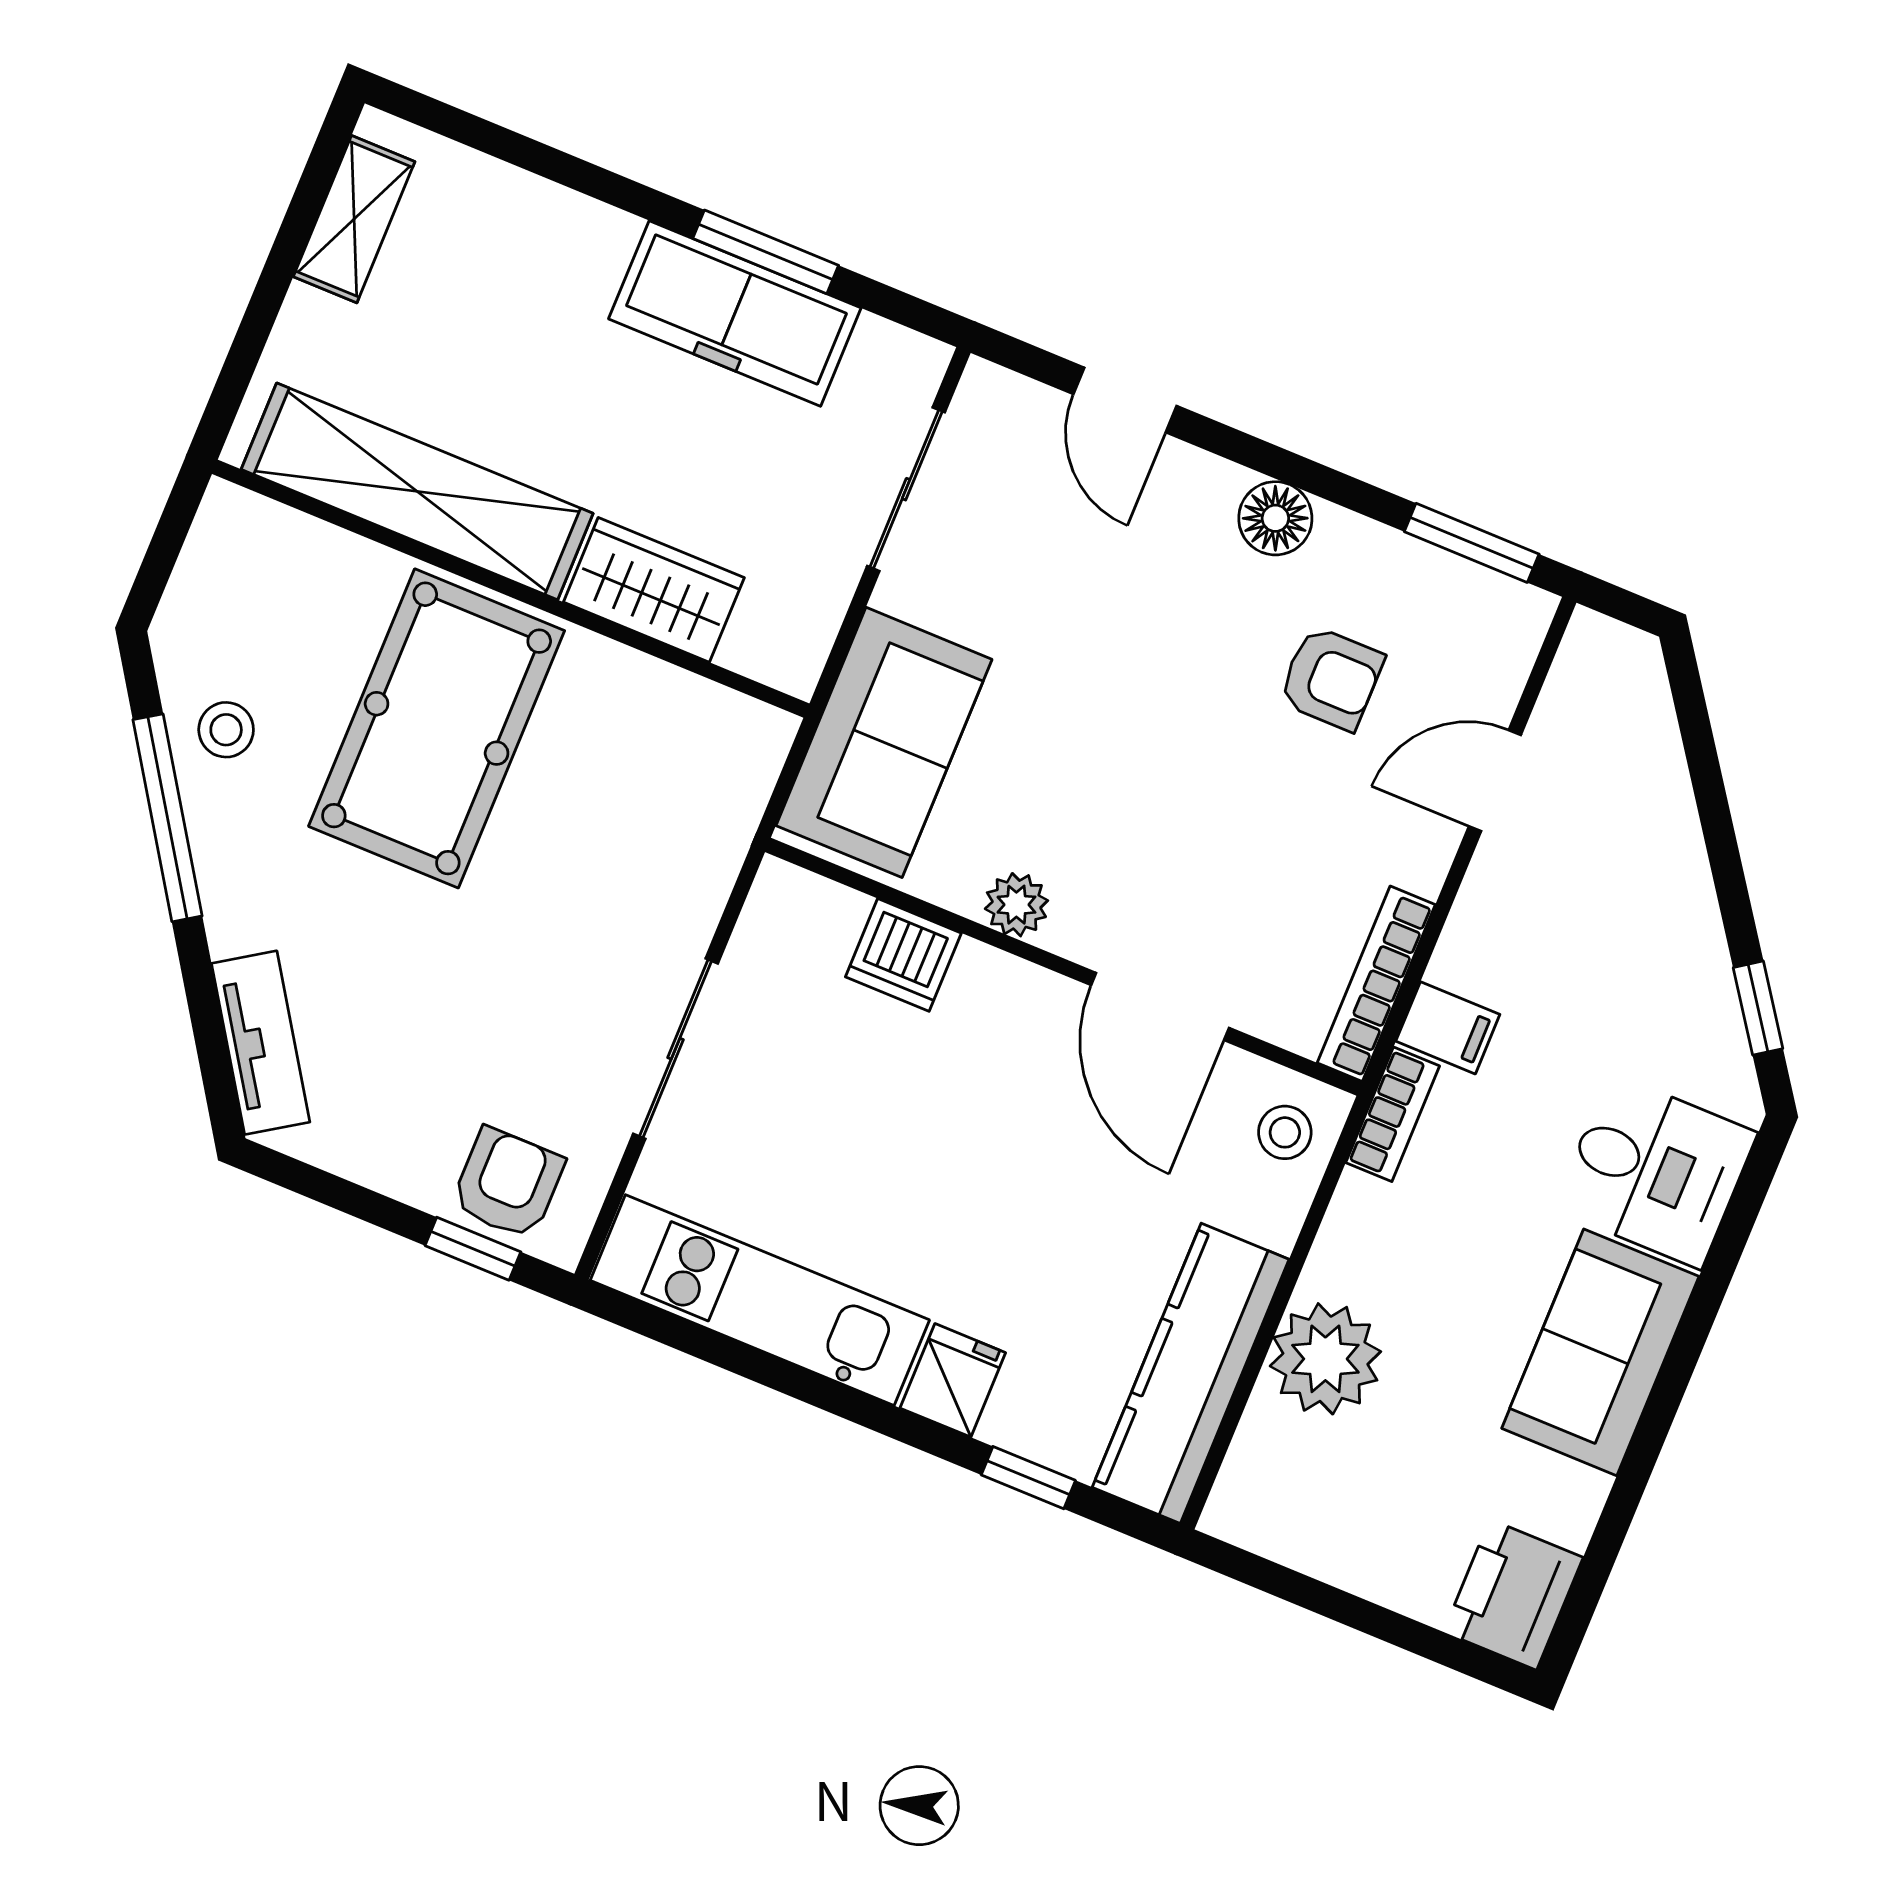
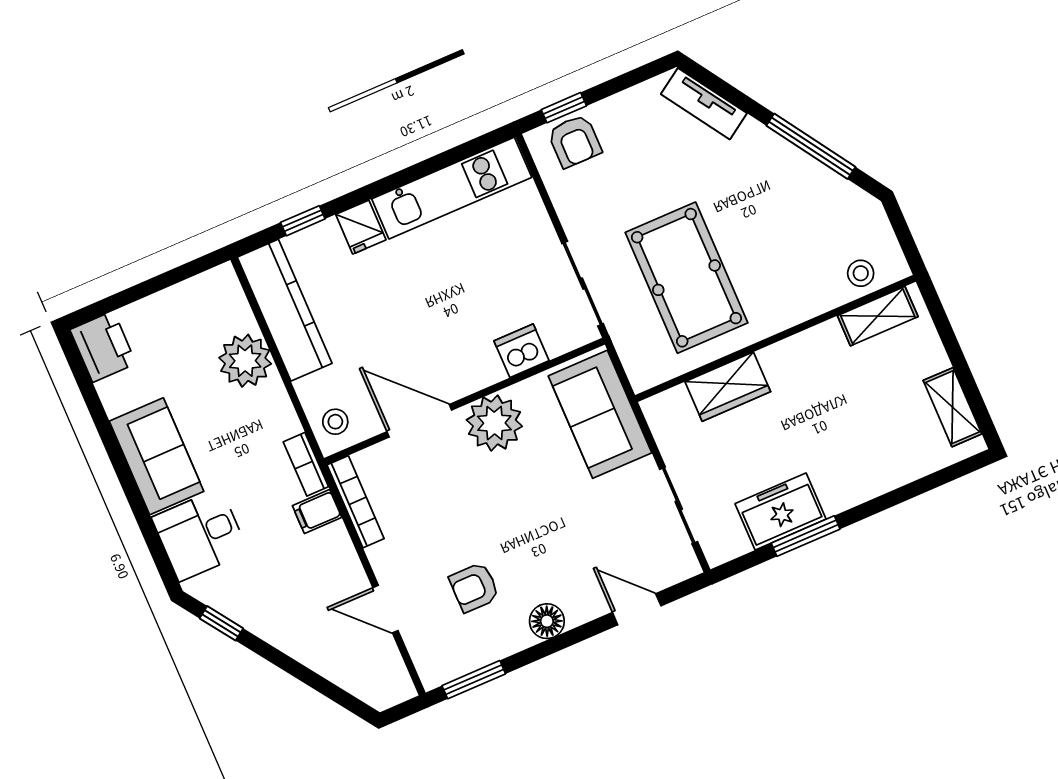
freezer: (735, 313) -> (781, 511), width x0.71
shelving: (417, 491) -> (878, 316), width x0.45, depth x0.75
pool table: (437, 728) -> (686, 278), moved
stool: (226, 730) -> (861, 273), moved
door: (1495, 781) -> (385, 609), swing flipped
plant: (1016, 905) -> (494, 423), width x1.88, depth x1.88
sliding door: (676, 1049) -> (583, 284), moved

